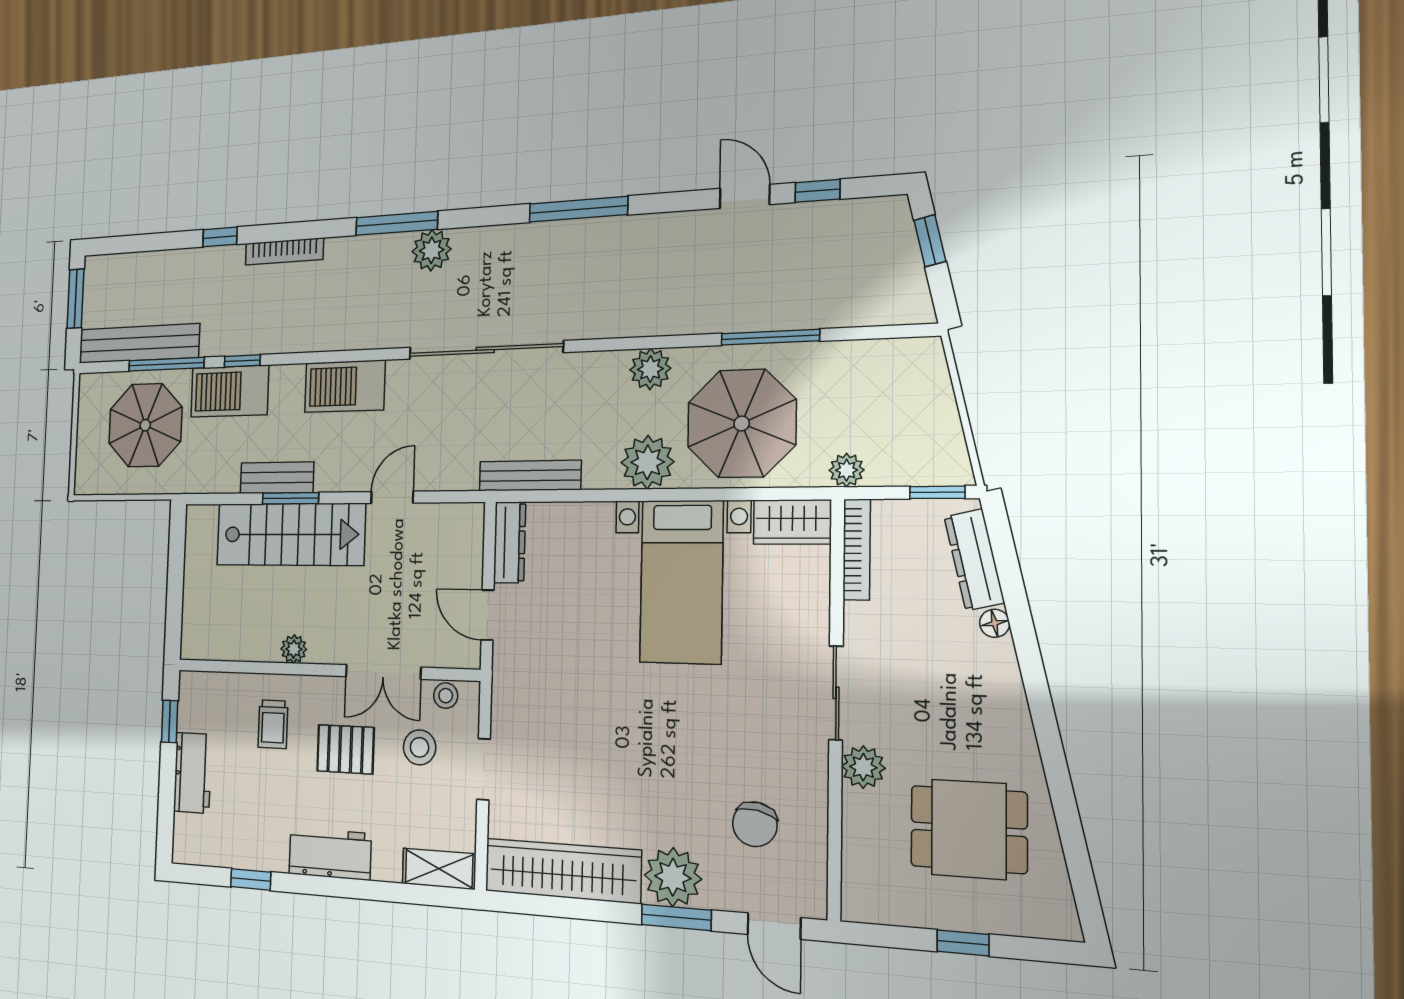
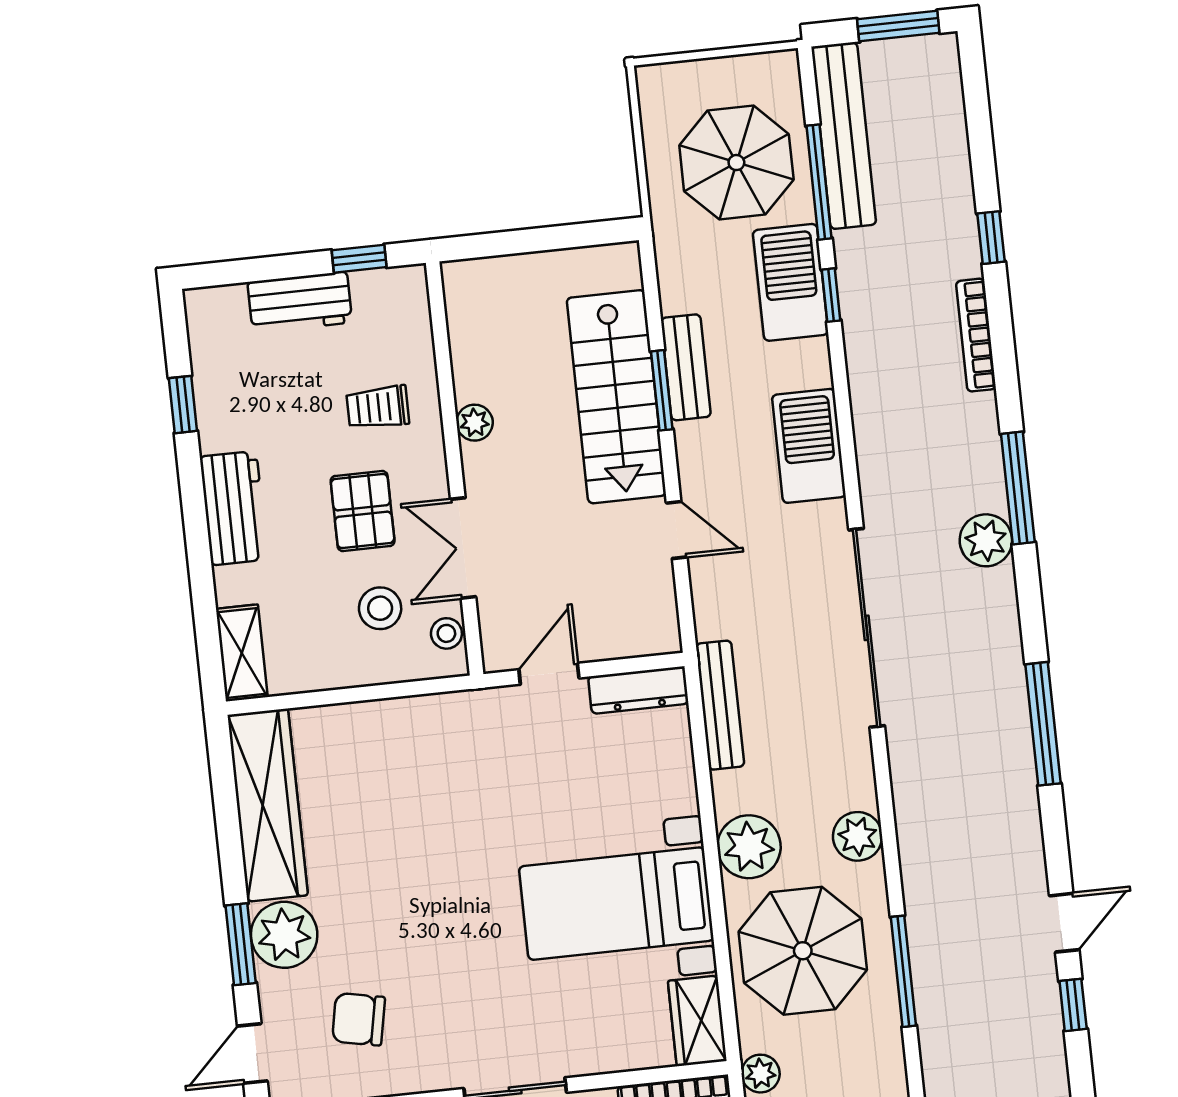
doorway: (484, 769) -> (367, 693), removed

